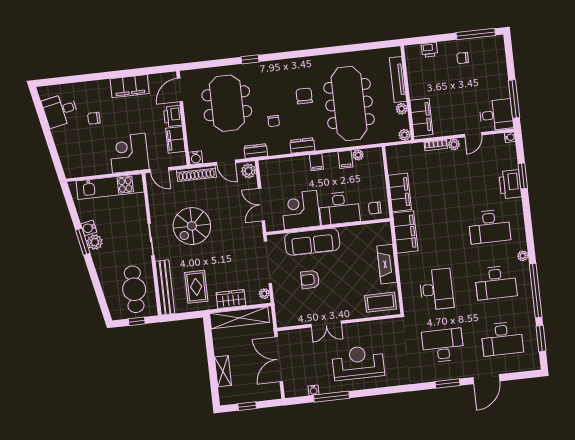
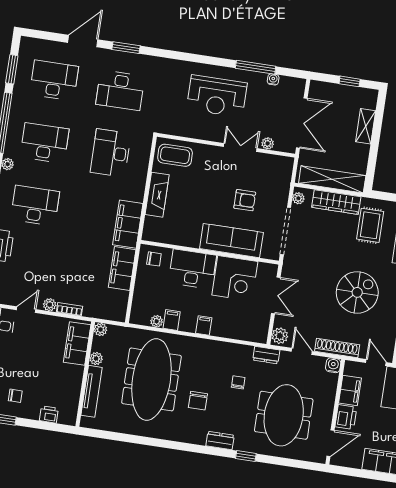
dresser: (302, 145) -> (220, 441), moved, turned 180
wardrobe: (231, 299) -> (336, 202), width x1.50
plant: (303, 334) -> (268, 143), added

